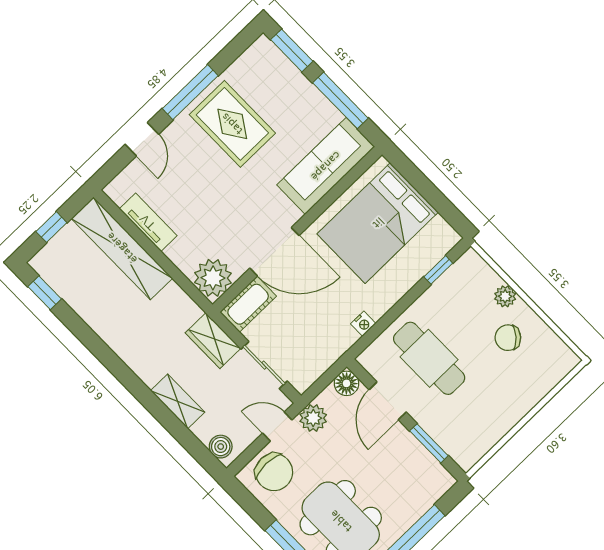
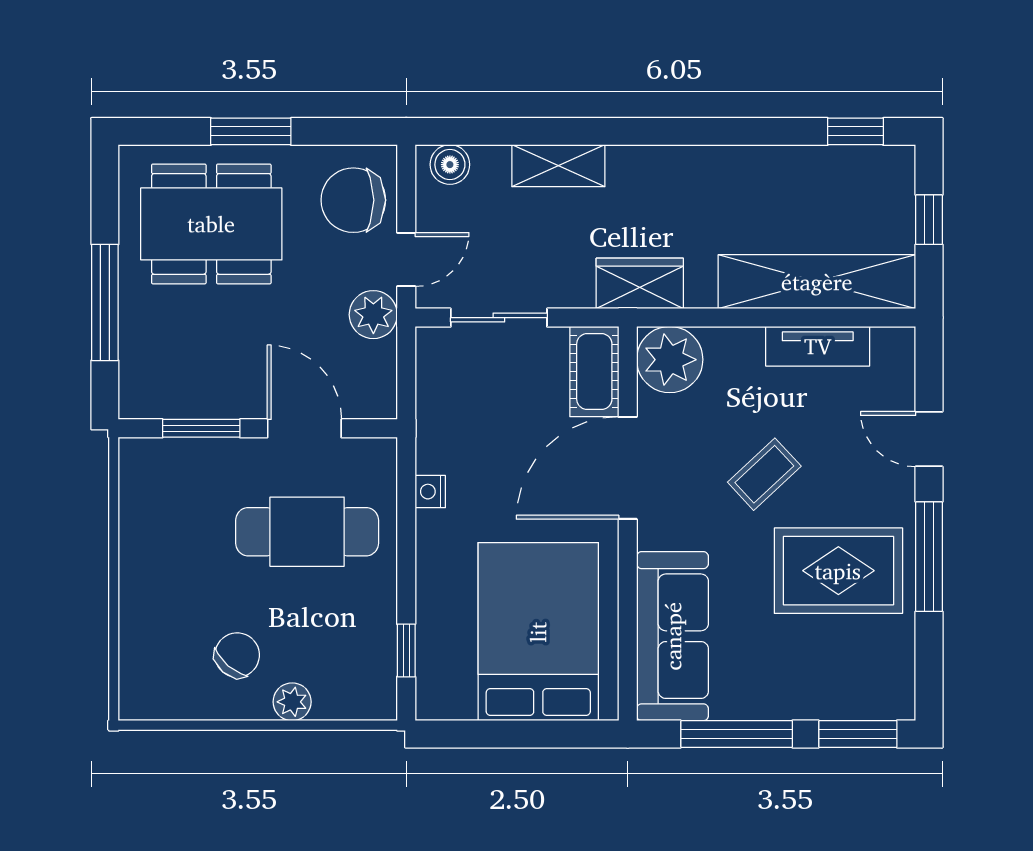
coffee table: (222, 193) -> (764, 474), added
wardrobe: (213, 341) -> (640, 283), moved
floor lamp: (346, 383) -> (376, 398), removed

